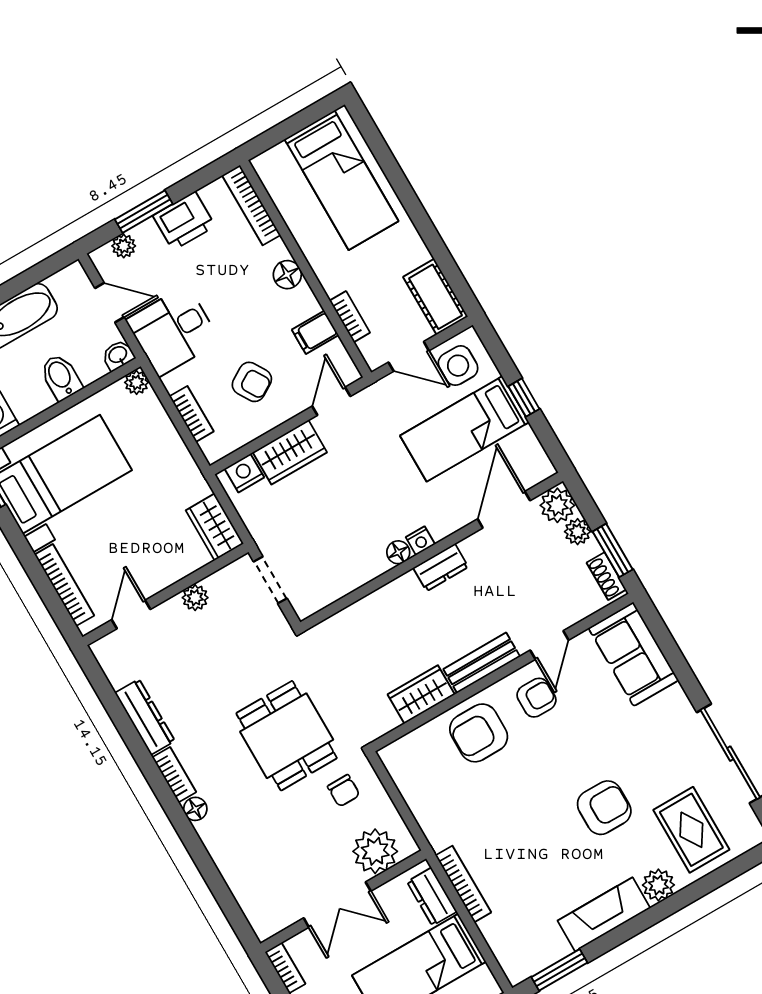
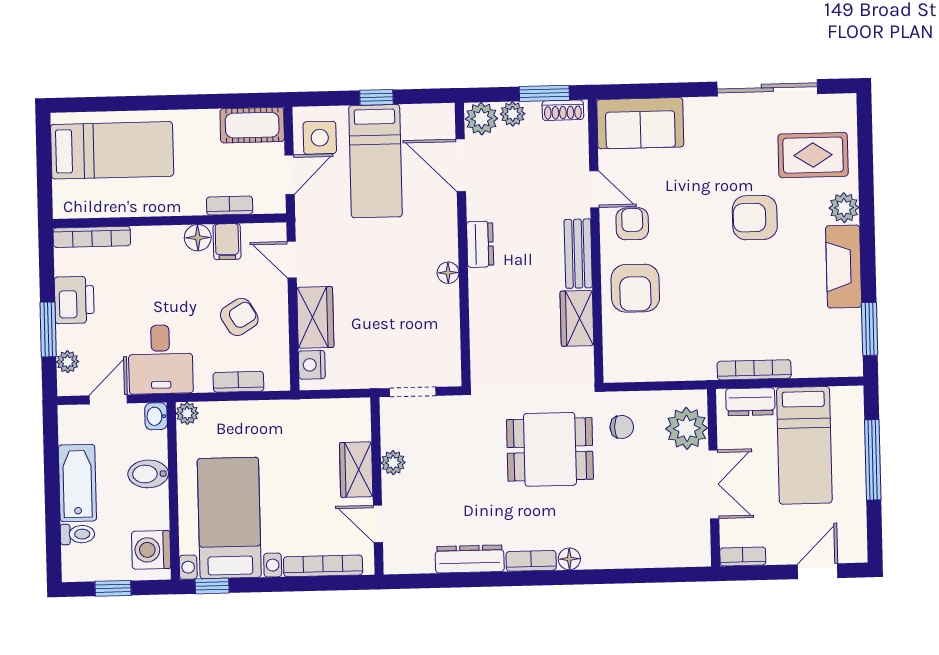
floor lamp: (287, 275) -> (198, 238), moved
wardrobe: (215, 527) -> (356, 470), moved, turned 90
nightstand: (420, 541) -> (448, 249), removed
armchair: (604, 808) -> (755, 218), turned -90

